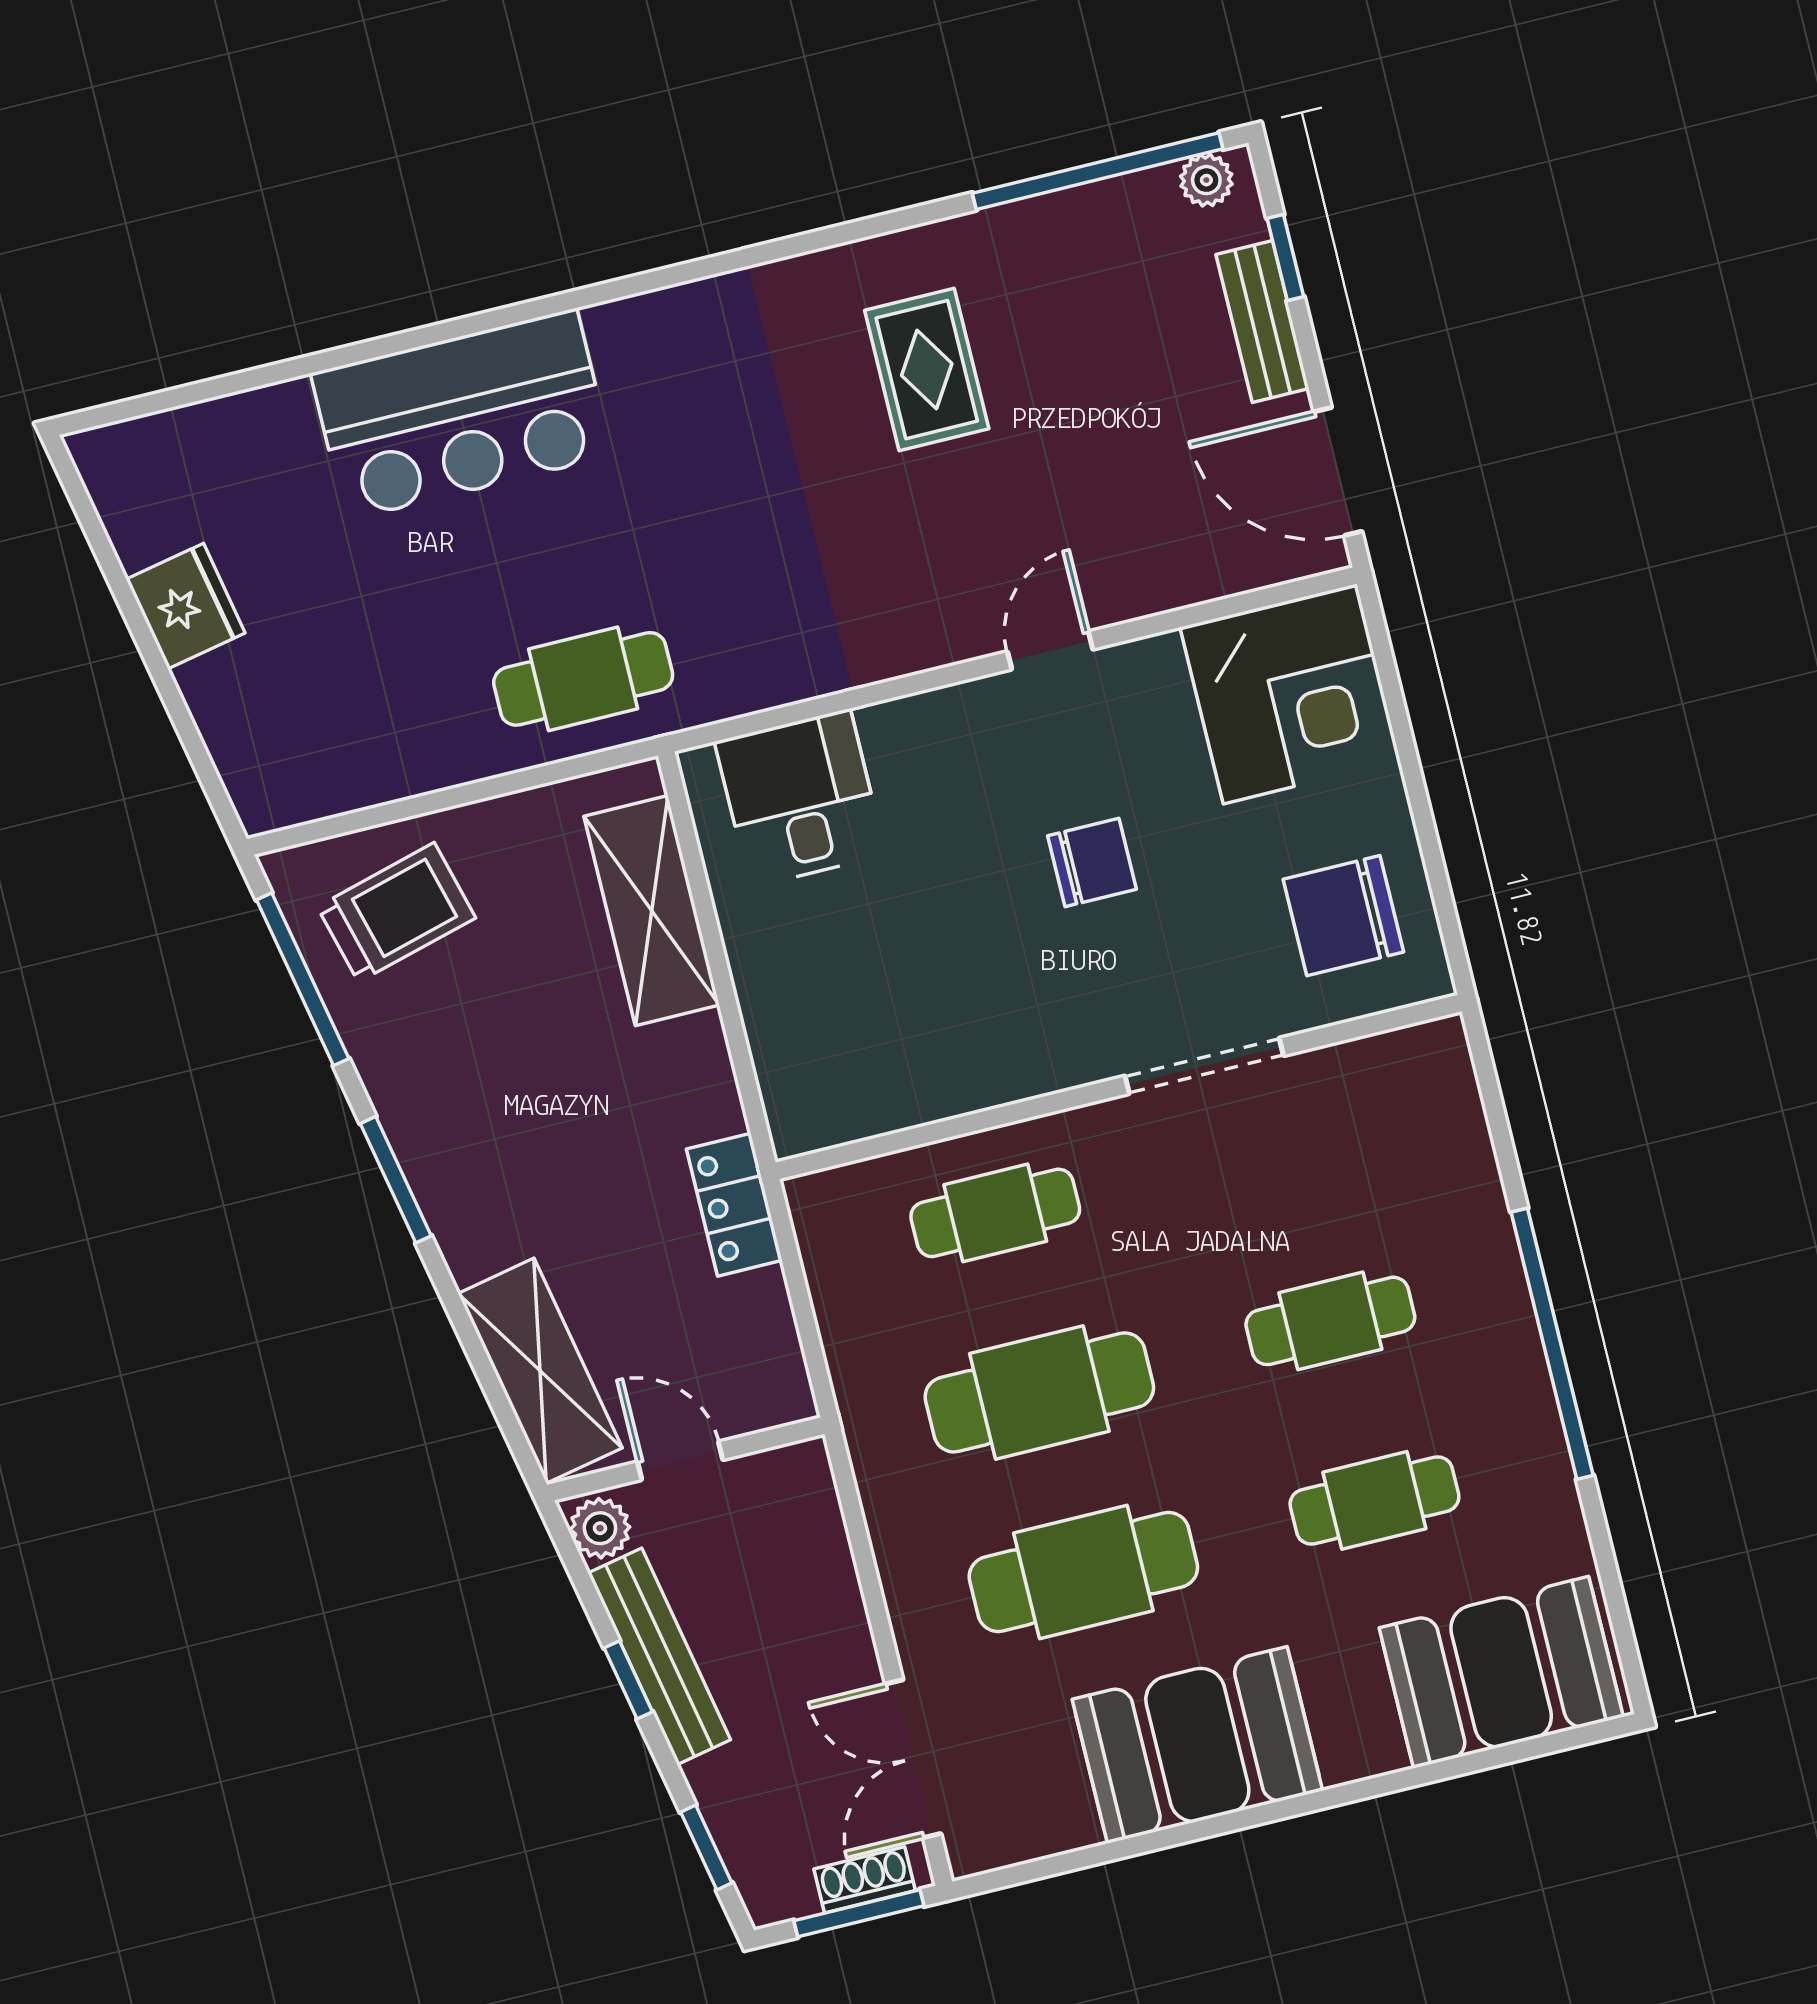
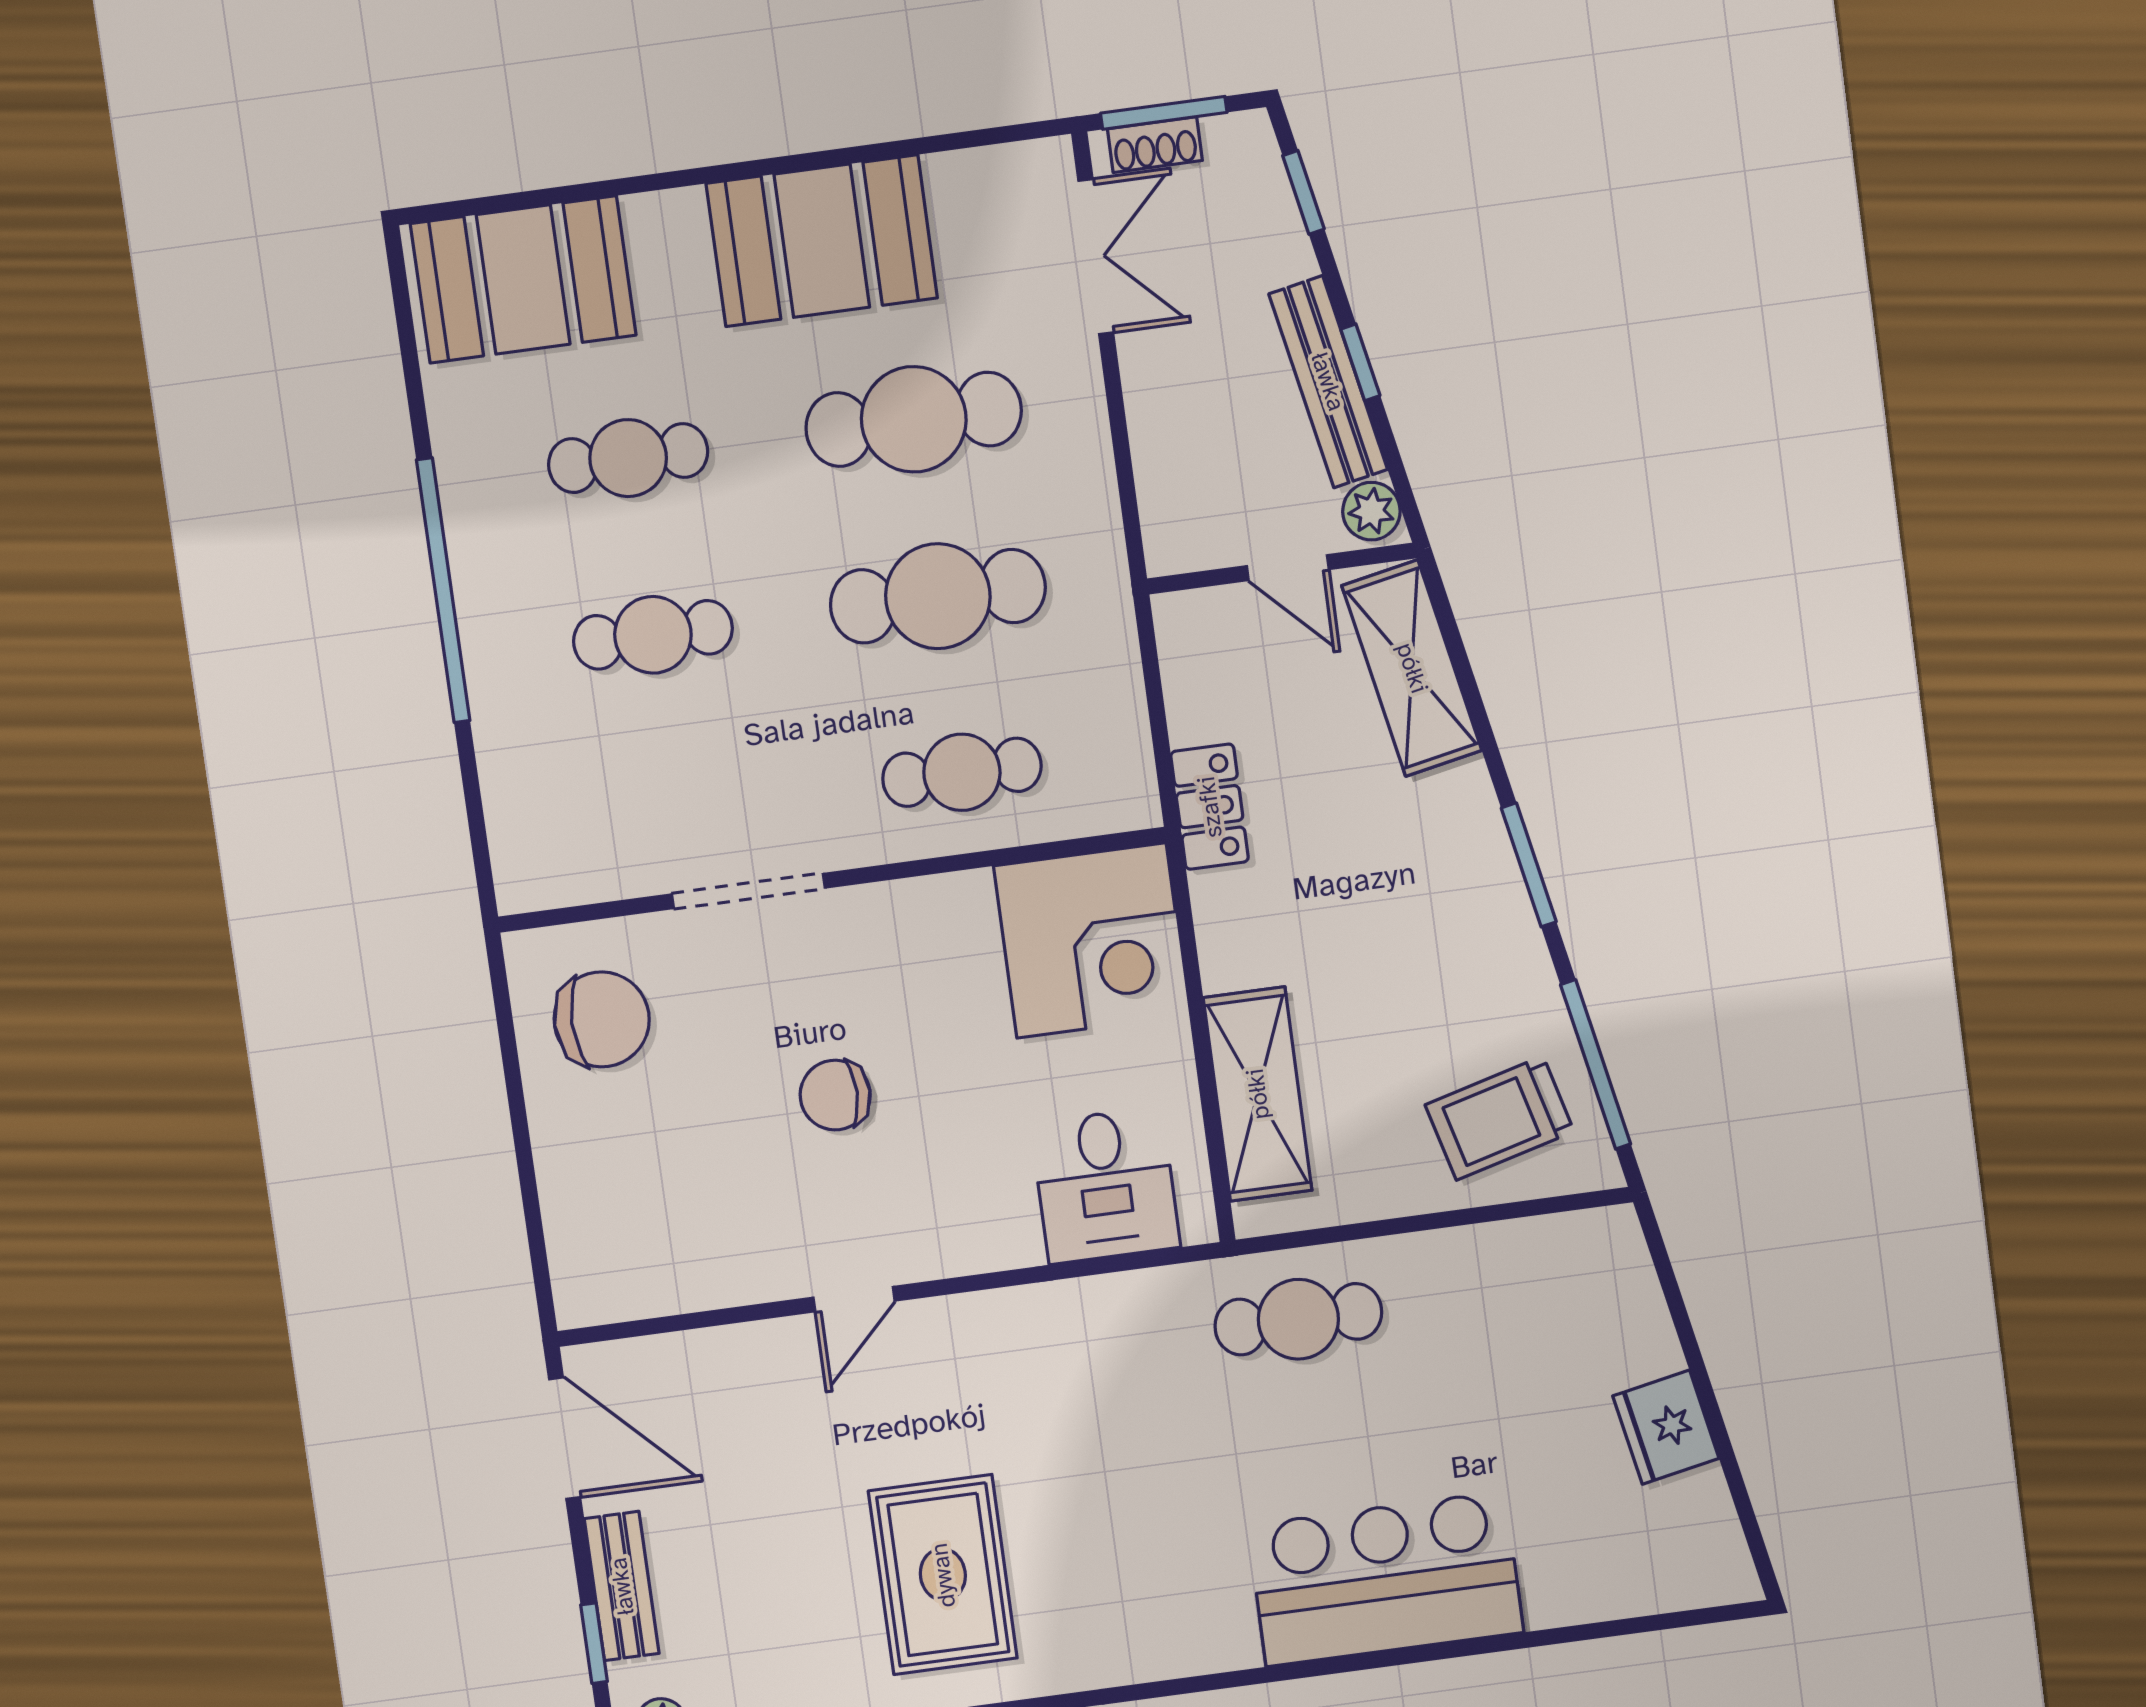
rug: (927, 370) -> (943, 1575), width x1.36, depth x1.43
corner desk: (1290, 694) -> (1091, 941), moved, turned 180

